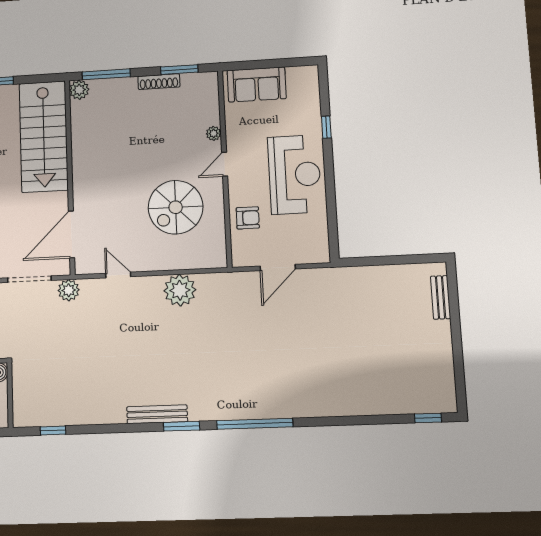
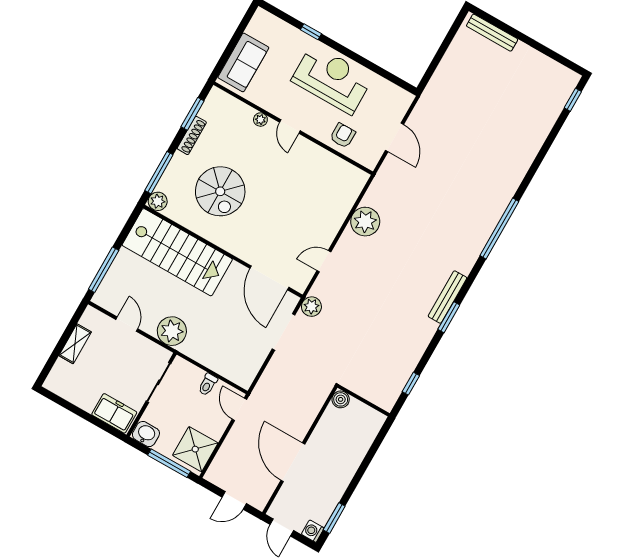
spiral stairs: (176, 207) -> (220, 191), moved
bench: (441, 297) -> (492, 33), width x1.36
window: (182, 426) -> (449, 317), moved

